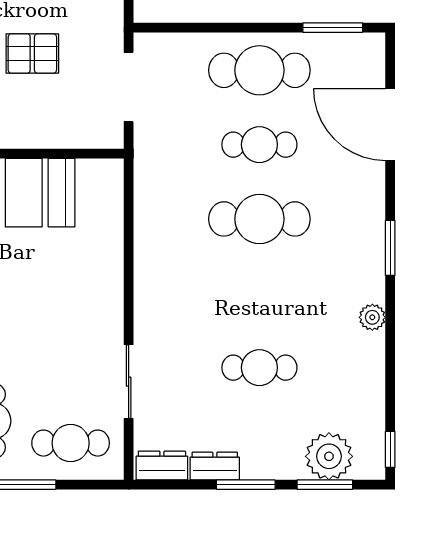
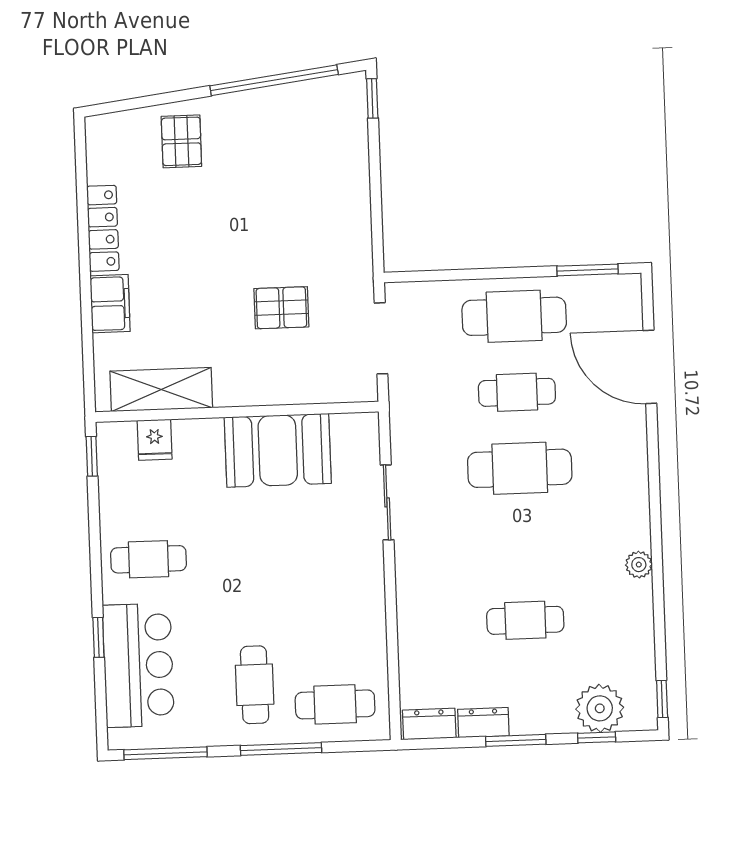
window: (390, 248) -> (655, 493), removed
sliding door: (129, 382) -> (387, 502), moved
window: (325, 485) -> (597, 737), width x0.67

